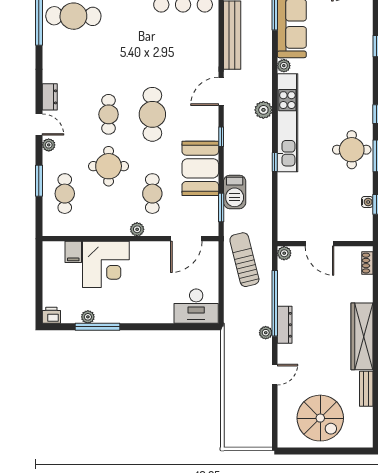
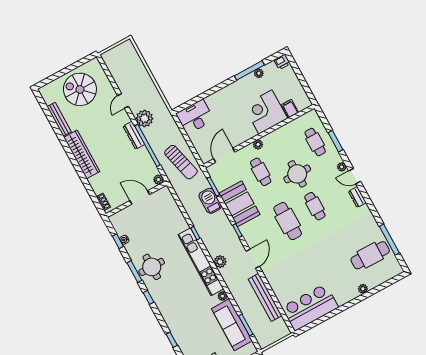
plant: (266, 333) -> (144, 118), width x1.87, depth x1.87
bench: (366, 389) -> (59, 119), width x1.36

